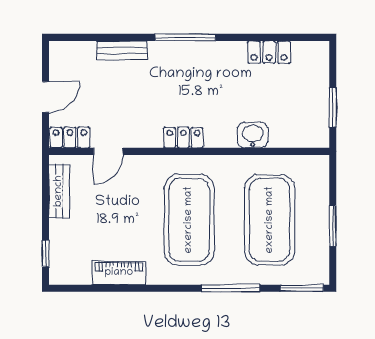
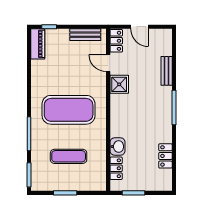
shower: (145, 132) -> (119, 84), added
locker: (183, 138) -> (116, 168), moved
exercise mat: (270, 220) -> (69, 156), width x0.50, depth x0.69
piano: (119, 273) -> (38, 44), moved

